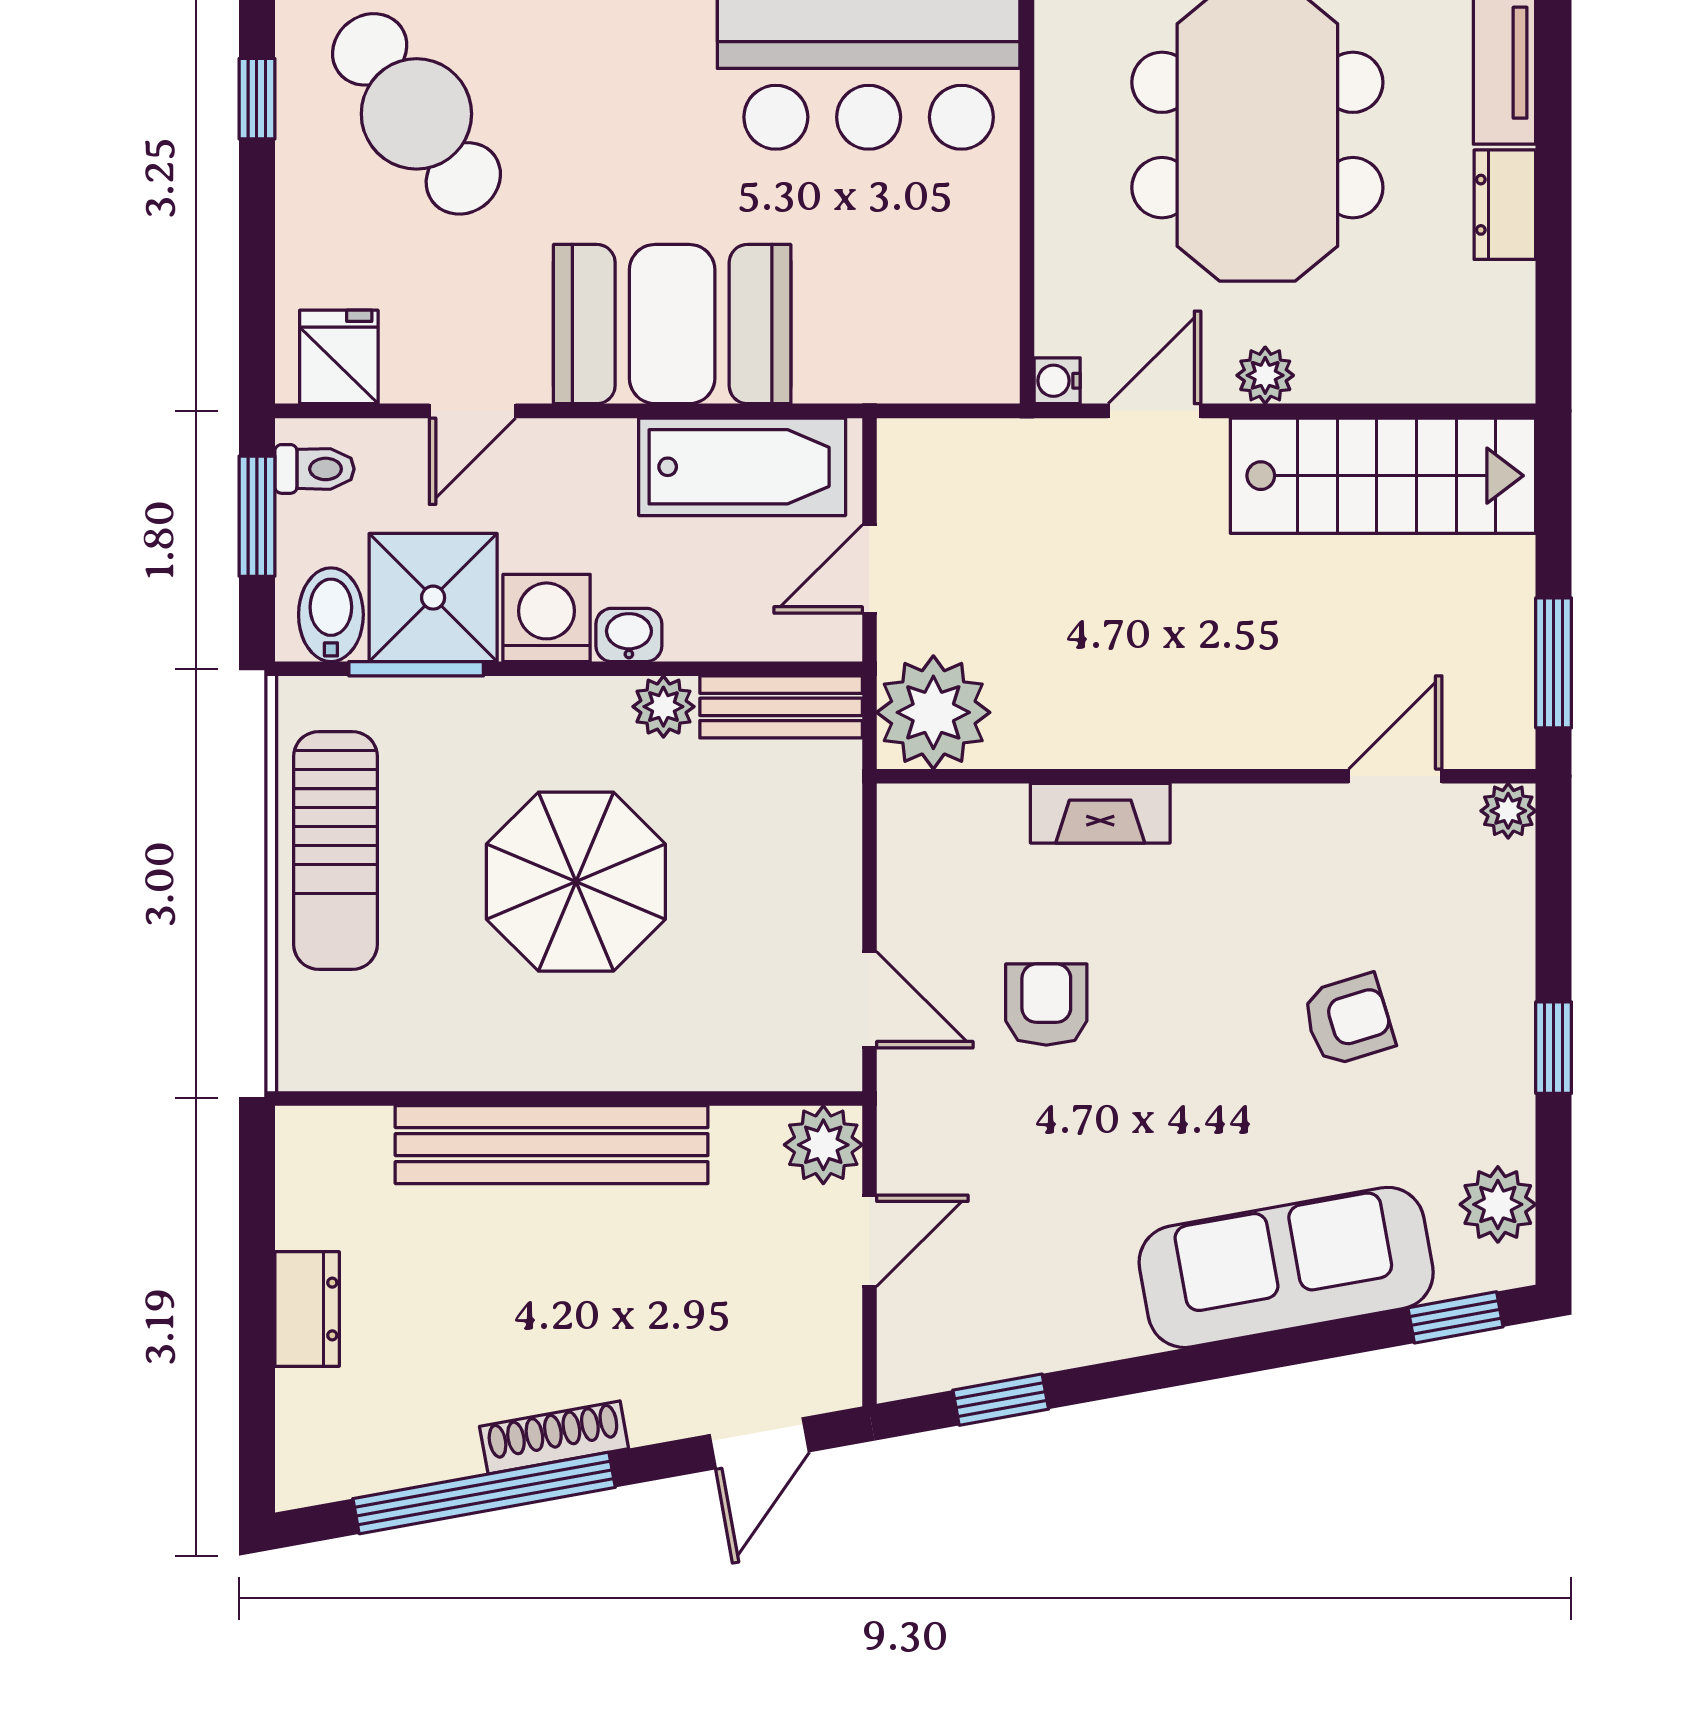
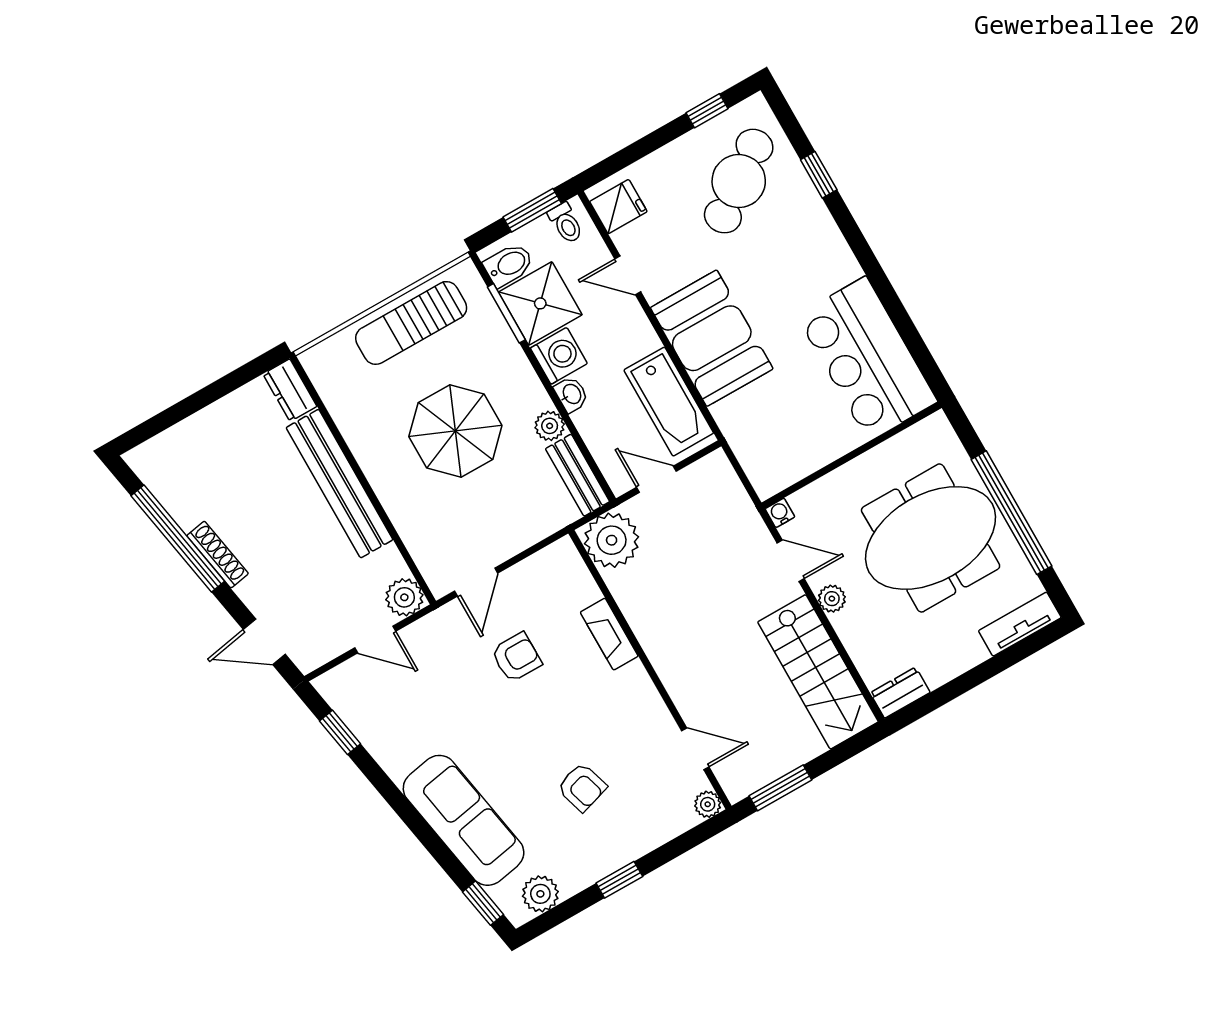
dresser: (1505, 205) -> (900, 693), moved
dresser: (307, 1309) -> (290, 390), moved, turned 90

